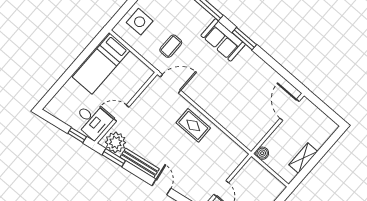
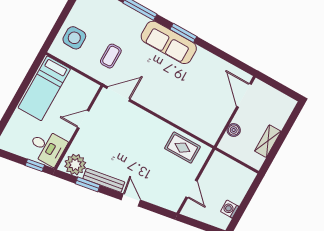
sofa: (223, 40) -> (169, 42), width x1.36
door: (121, 113) -> (83, 119), moved
rug: (193, 125) -> (182, 148), moved
boiler: (262, 153) -> (234, 130), moved
window: (114, 158) -> (88, 184), moved

